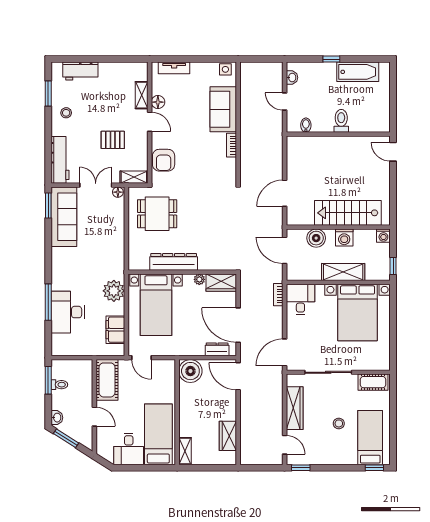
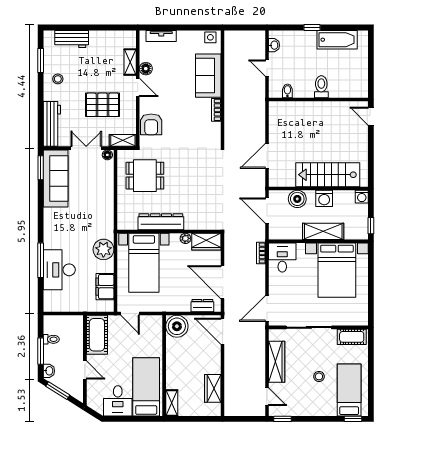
pallet: (113, 140) -> (103, 105), width x1.50, depth x1.42
window: (48, 380) -> (41, 351), moved

